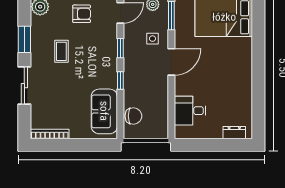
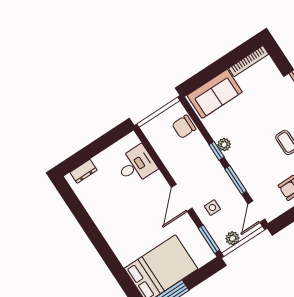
window: (120, 48) -> (236, 180), width x1.50
plant: (111, 82) -> (224, 145), added
sofa: (104, 111) -> (215, 94), moved, turned 90

